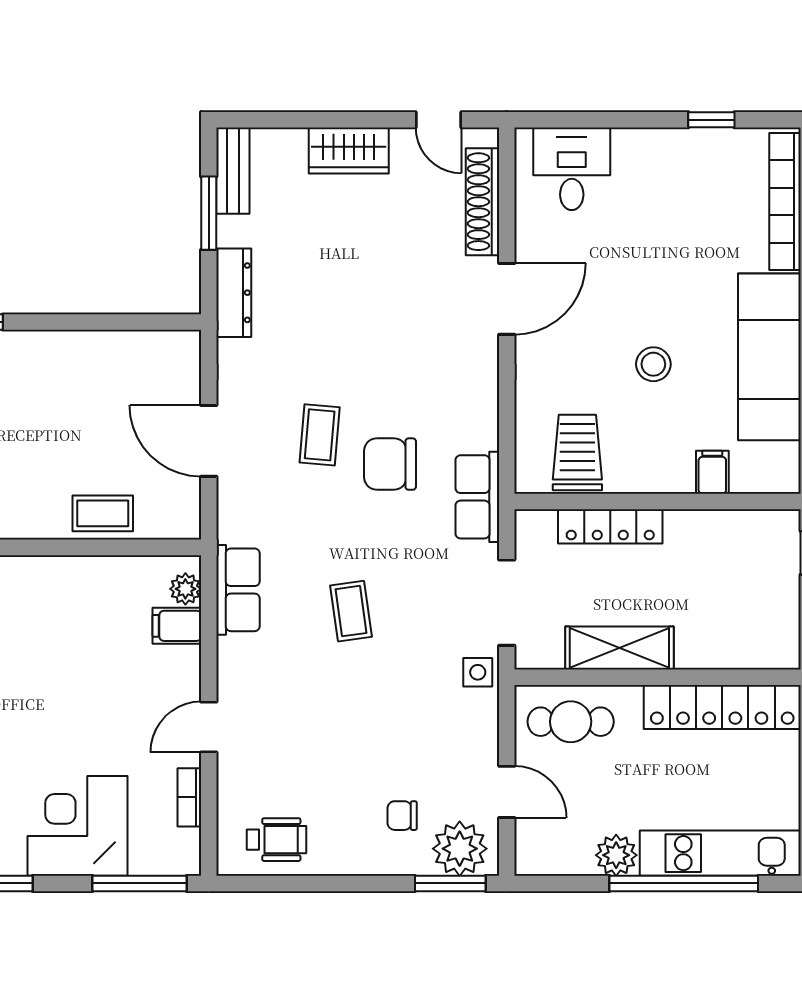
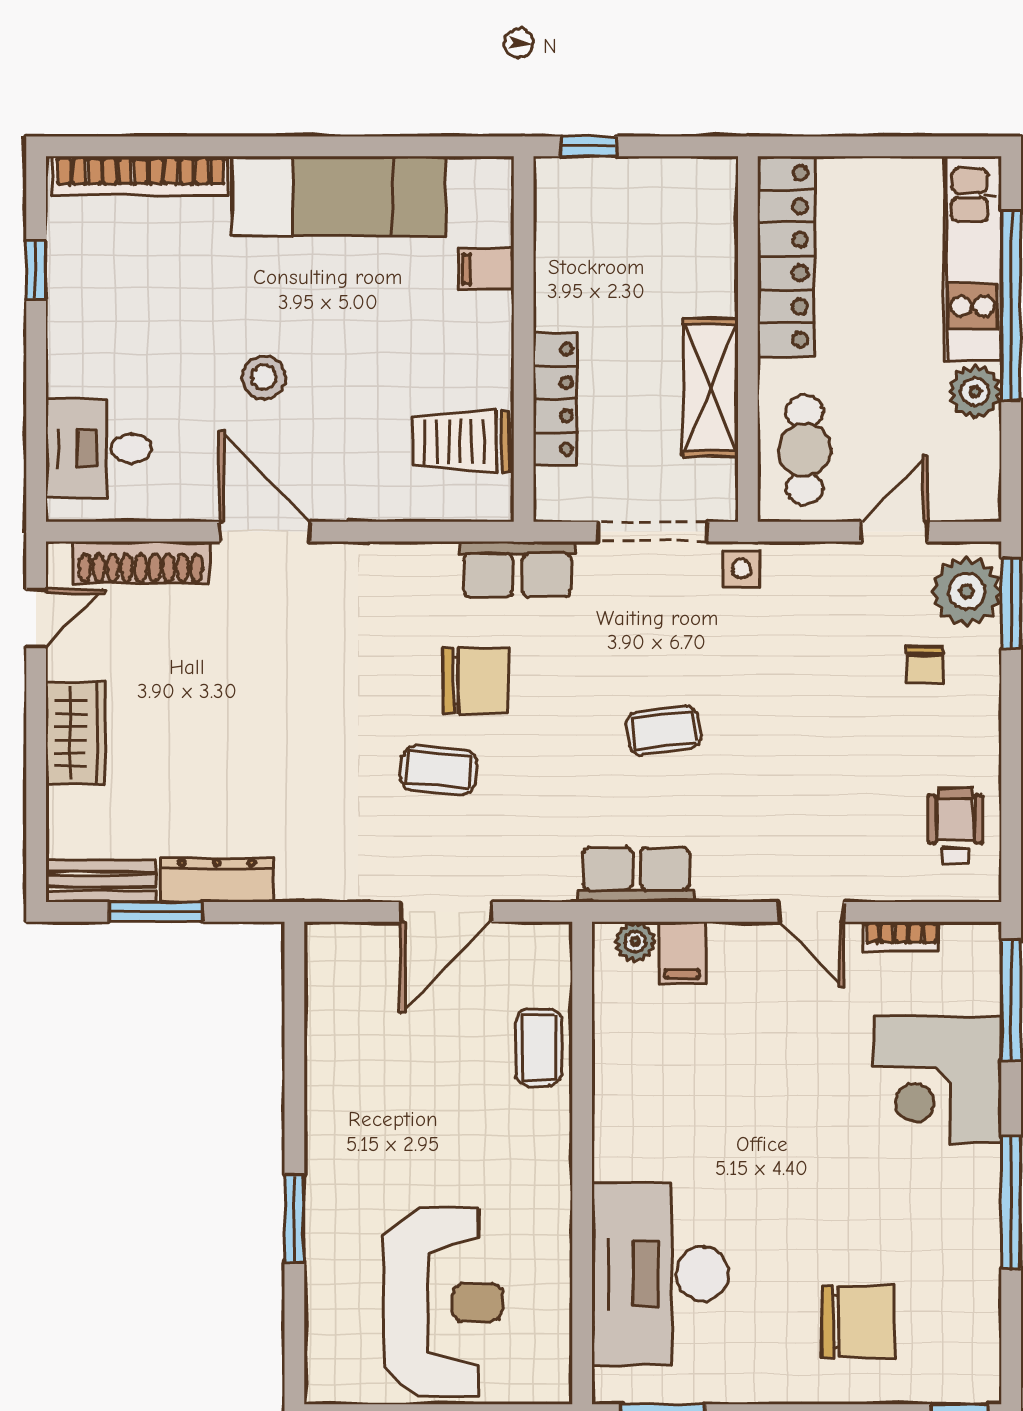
dresser: (234, 293) -> (217, 880), moved
stool: (653, 364) -> (264, 377), moved
chair: (390, 464) -> (476, 680), turned -90

